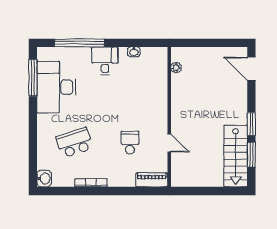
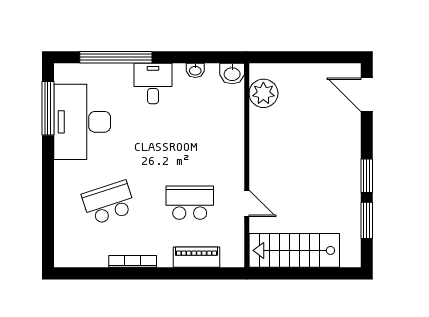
plant: (176, 68) -> (263, 93), width x1.87, depth x1.87
school desk: (130, 143) -> (190, 203), width x1.85
stairs: (236, 156) -> (294, 250), moved, turned 90
washbasin: (44, 178) -> (232, 74), moved, turned 90
piano: (152, 180) -> (196, 257), moved

